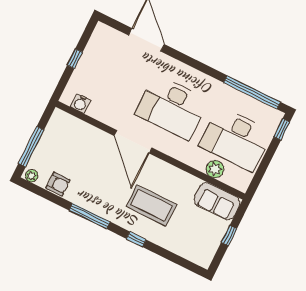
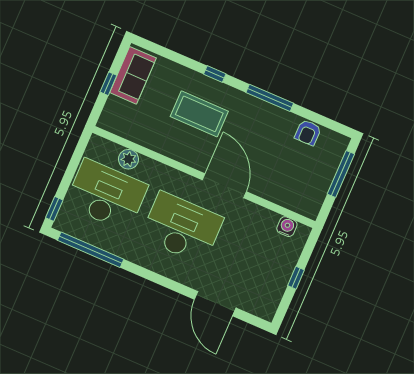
plant: (32, 176) -> (339, 141), removed
armchair: (58, 184) -> (308, 133), turned -90
sofa: (217, 201) -> (133, 75), moved, turned 90

